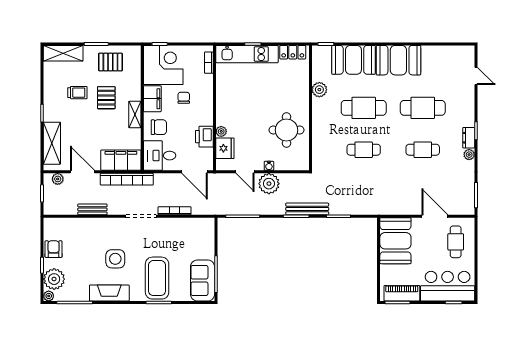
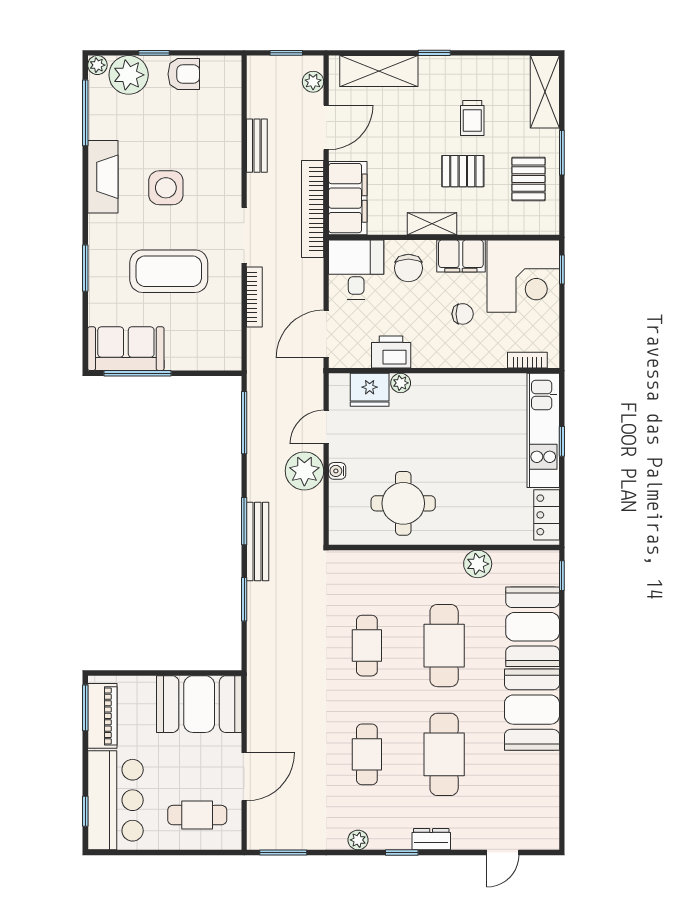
dresser: (469, 138) -> (431, 839), moved
coffee table: (157, 278) -> (169, 271), moved

